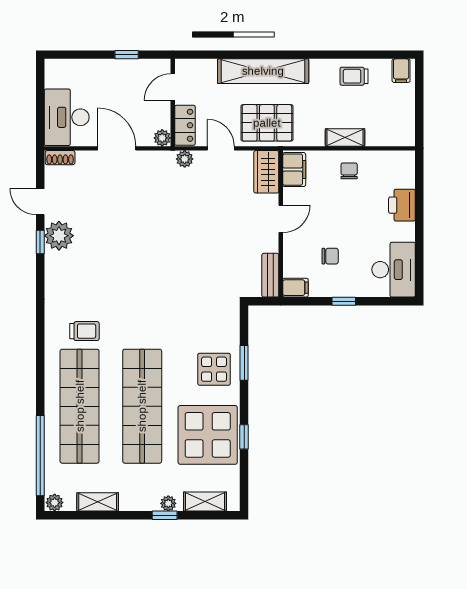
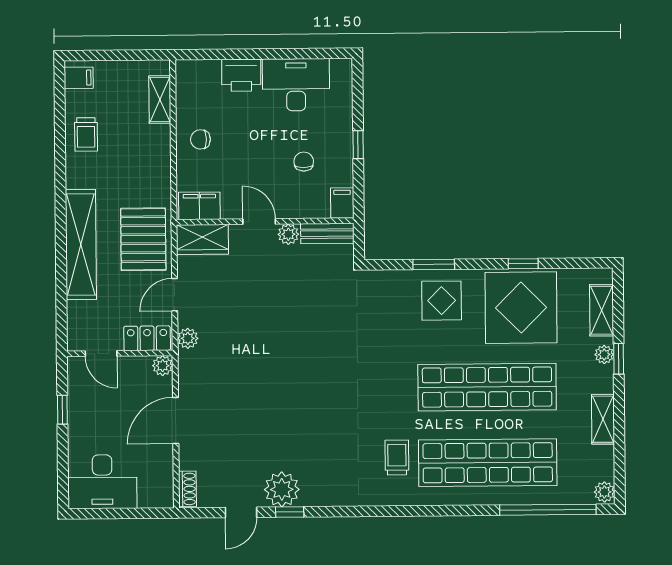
desk: (67, 117) -> (102, 482), moved
shelving: (345, 138) -> (160, 100), moved
plant: (270, 243) -> (288, 234), added
desk: (394, 270) -> (296, 85), moved
shelving: (98, 502) -> (603, 419), moved

